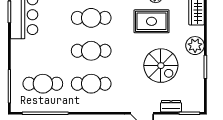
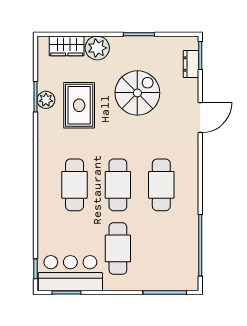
plant: (195, 46) -> (97, 48), moved
cafe table: (43, 84) -> (118, 248), moved
dresser: (171, 106) -> (191, 64), moved

